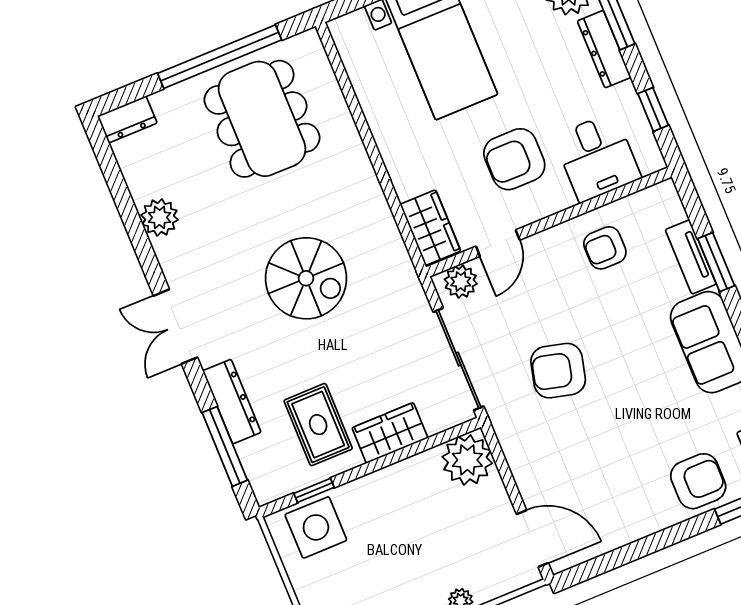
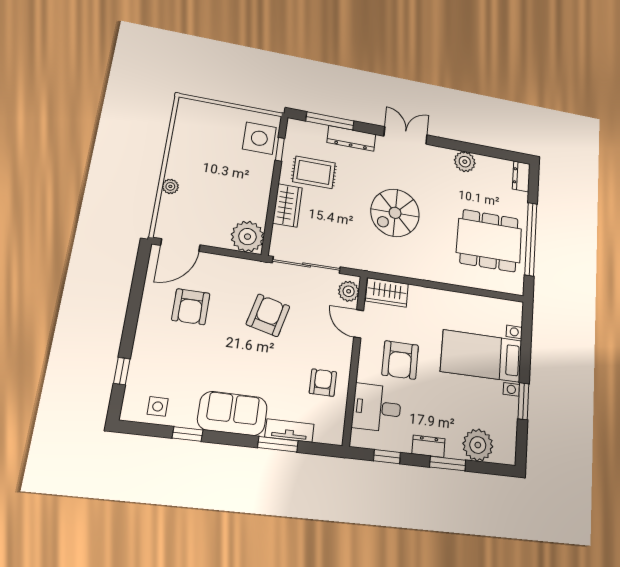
dresser: (604, 49) -> (429, 446), width x0.70
armchair: (514, 159) -> (400, 360), turned 180
armchair: (698, 481) -> (191, 307), moved

